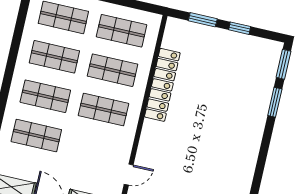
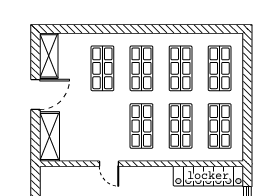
locker: (162, 85) -> (208, 176), moved
door: (129, 175) -> (109, 164), moved

